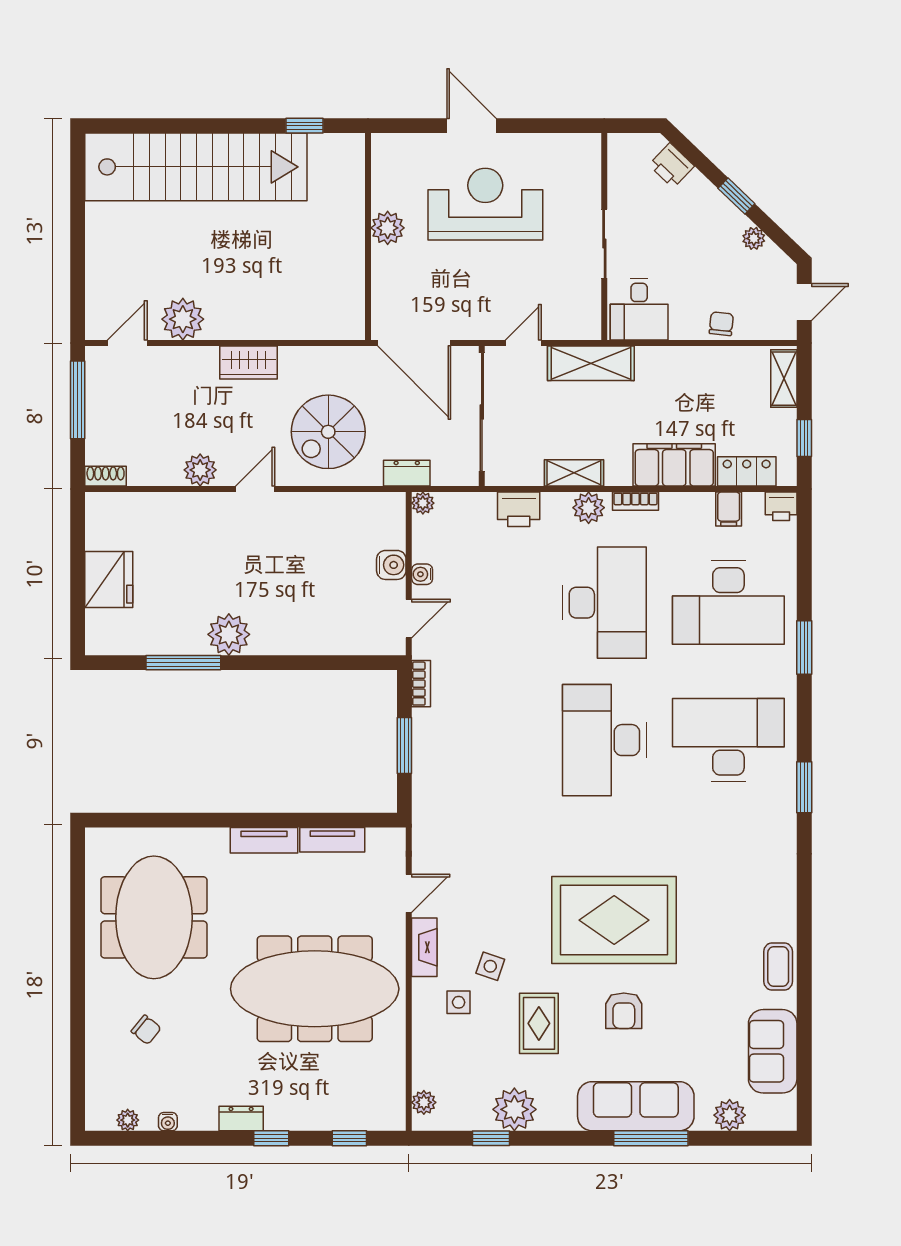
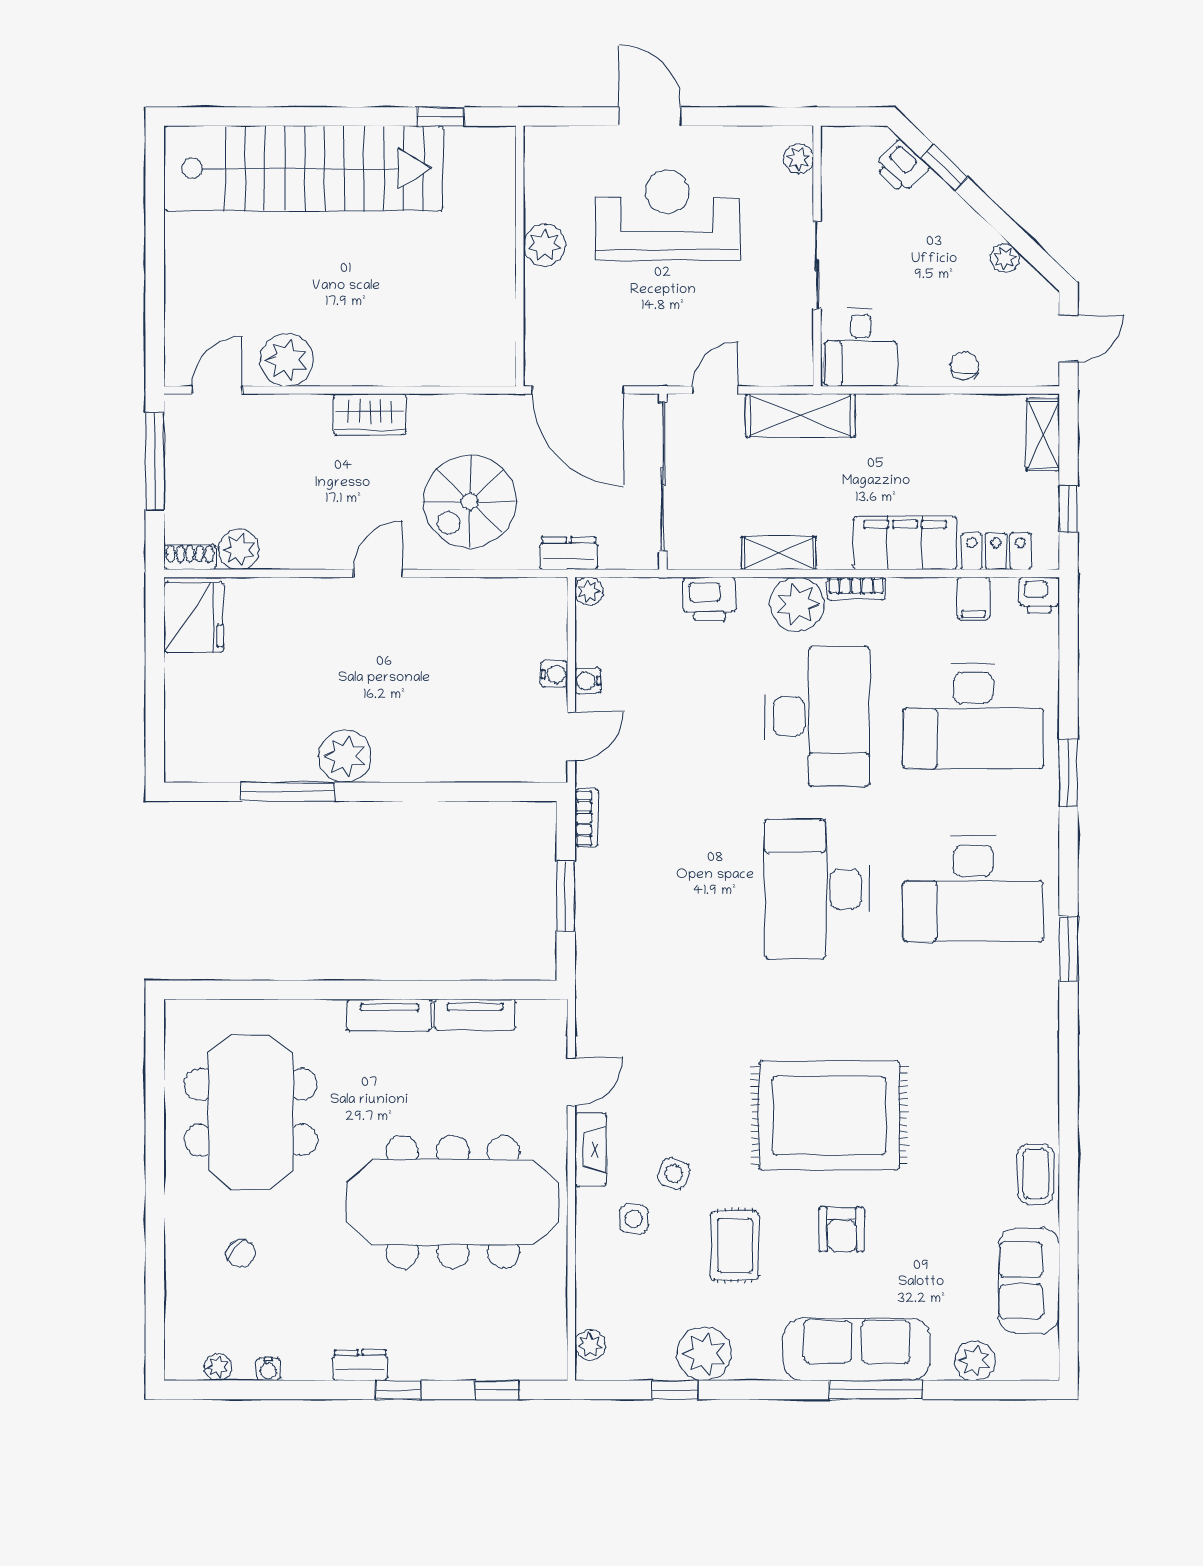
plant: (590, 159) -> (799, 159), added
window: (736, 196) -> (944, 168), moved
plant: (200, 470) -> (239, 550), moved
plant: (589, 508) -> (797, 604), width x1.36, depth x1.36
water cooler: (391, 565) -> (554, 674), width x0.72, depth x0.72
fridge: (109, 580) -> (194, 617), moved
desk: (728, 740) -> (973, 889), turned 180

